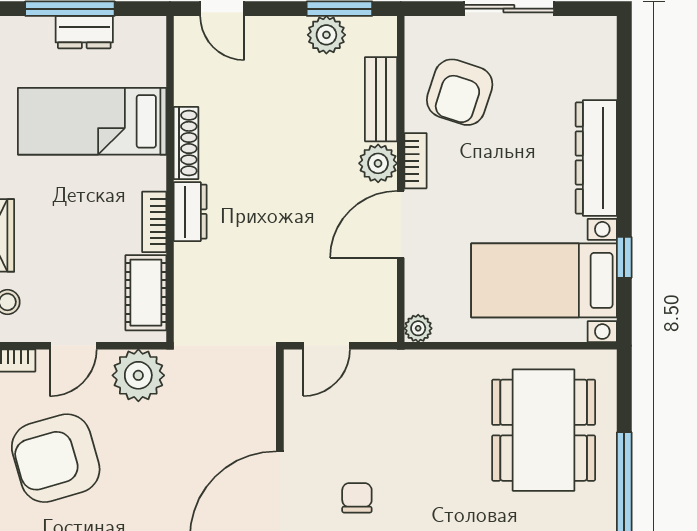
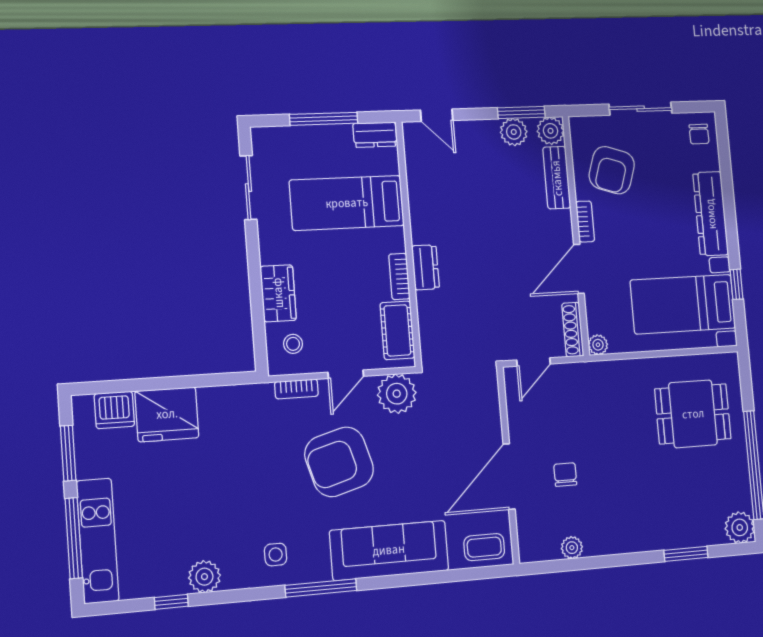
dresser: (84, 32) -> (375, 135), moved
chair: (590, 47) -> (699, 134), added
shoe rack: (186, 143) -> (573, 330), moved, turned 180
plant: (378, 163) -> (551, 131), moved
dining table: (544, 430) -> (693, 414), width x0.73

